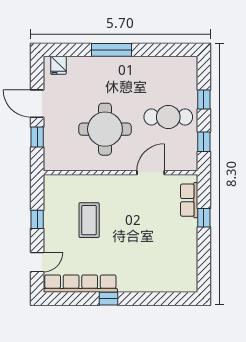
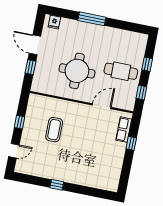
row of seats: (80, 284) -> (40, 171), removed

